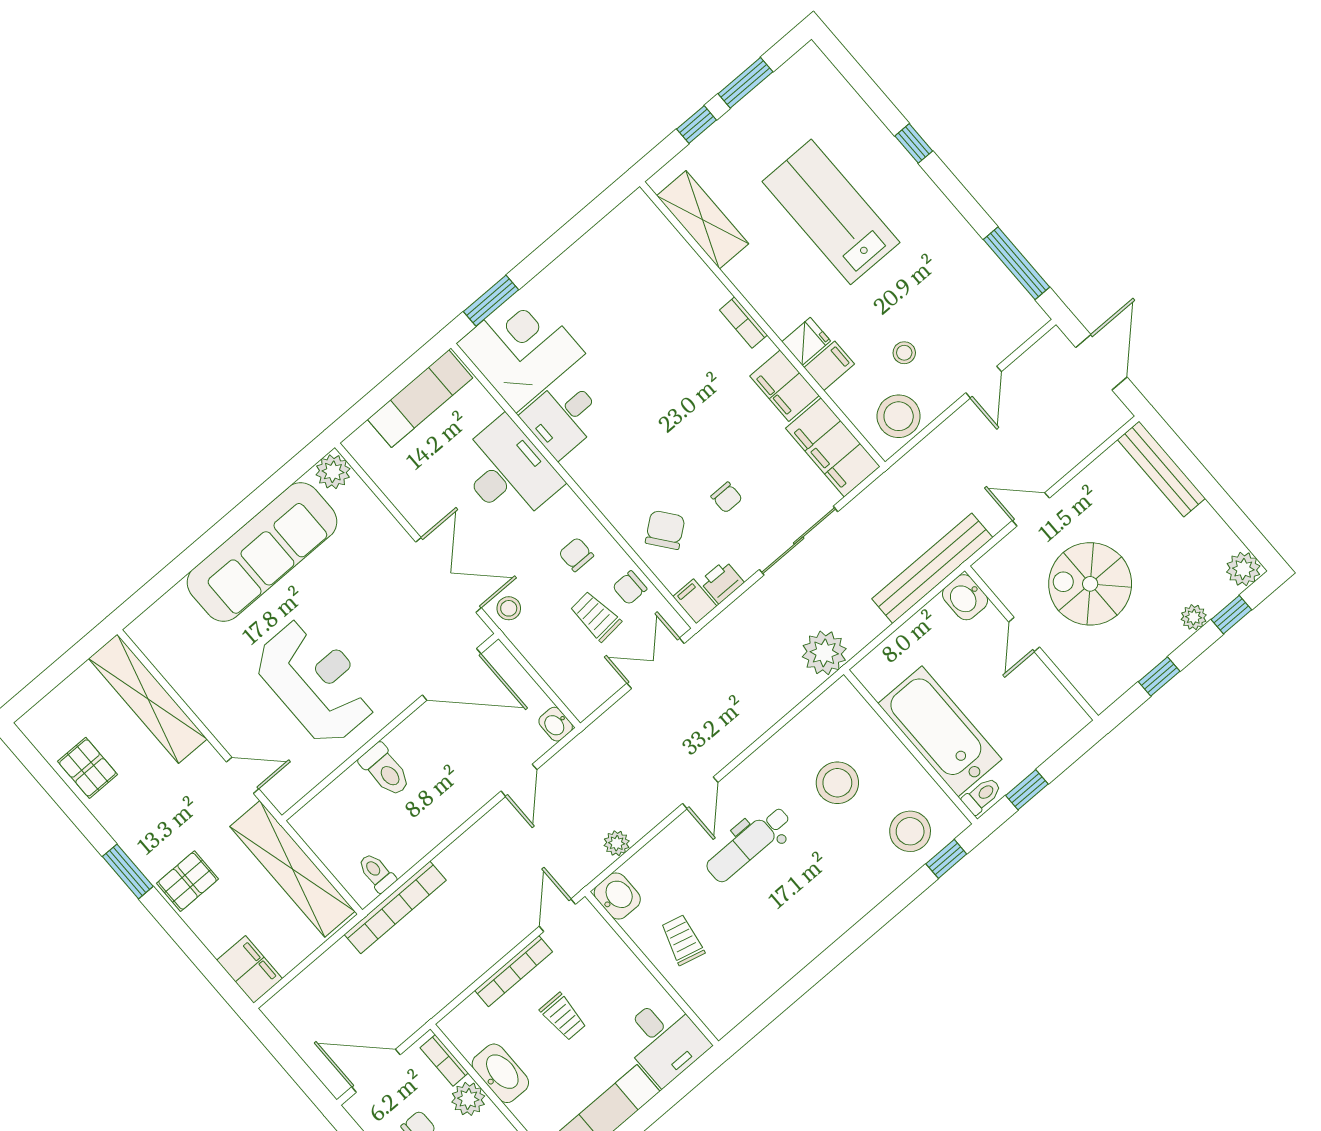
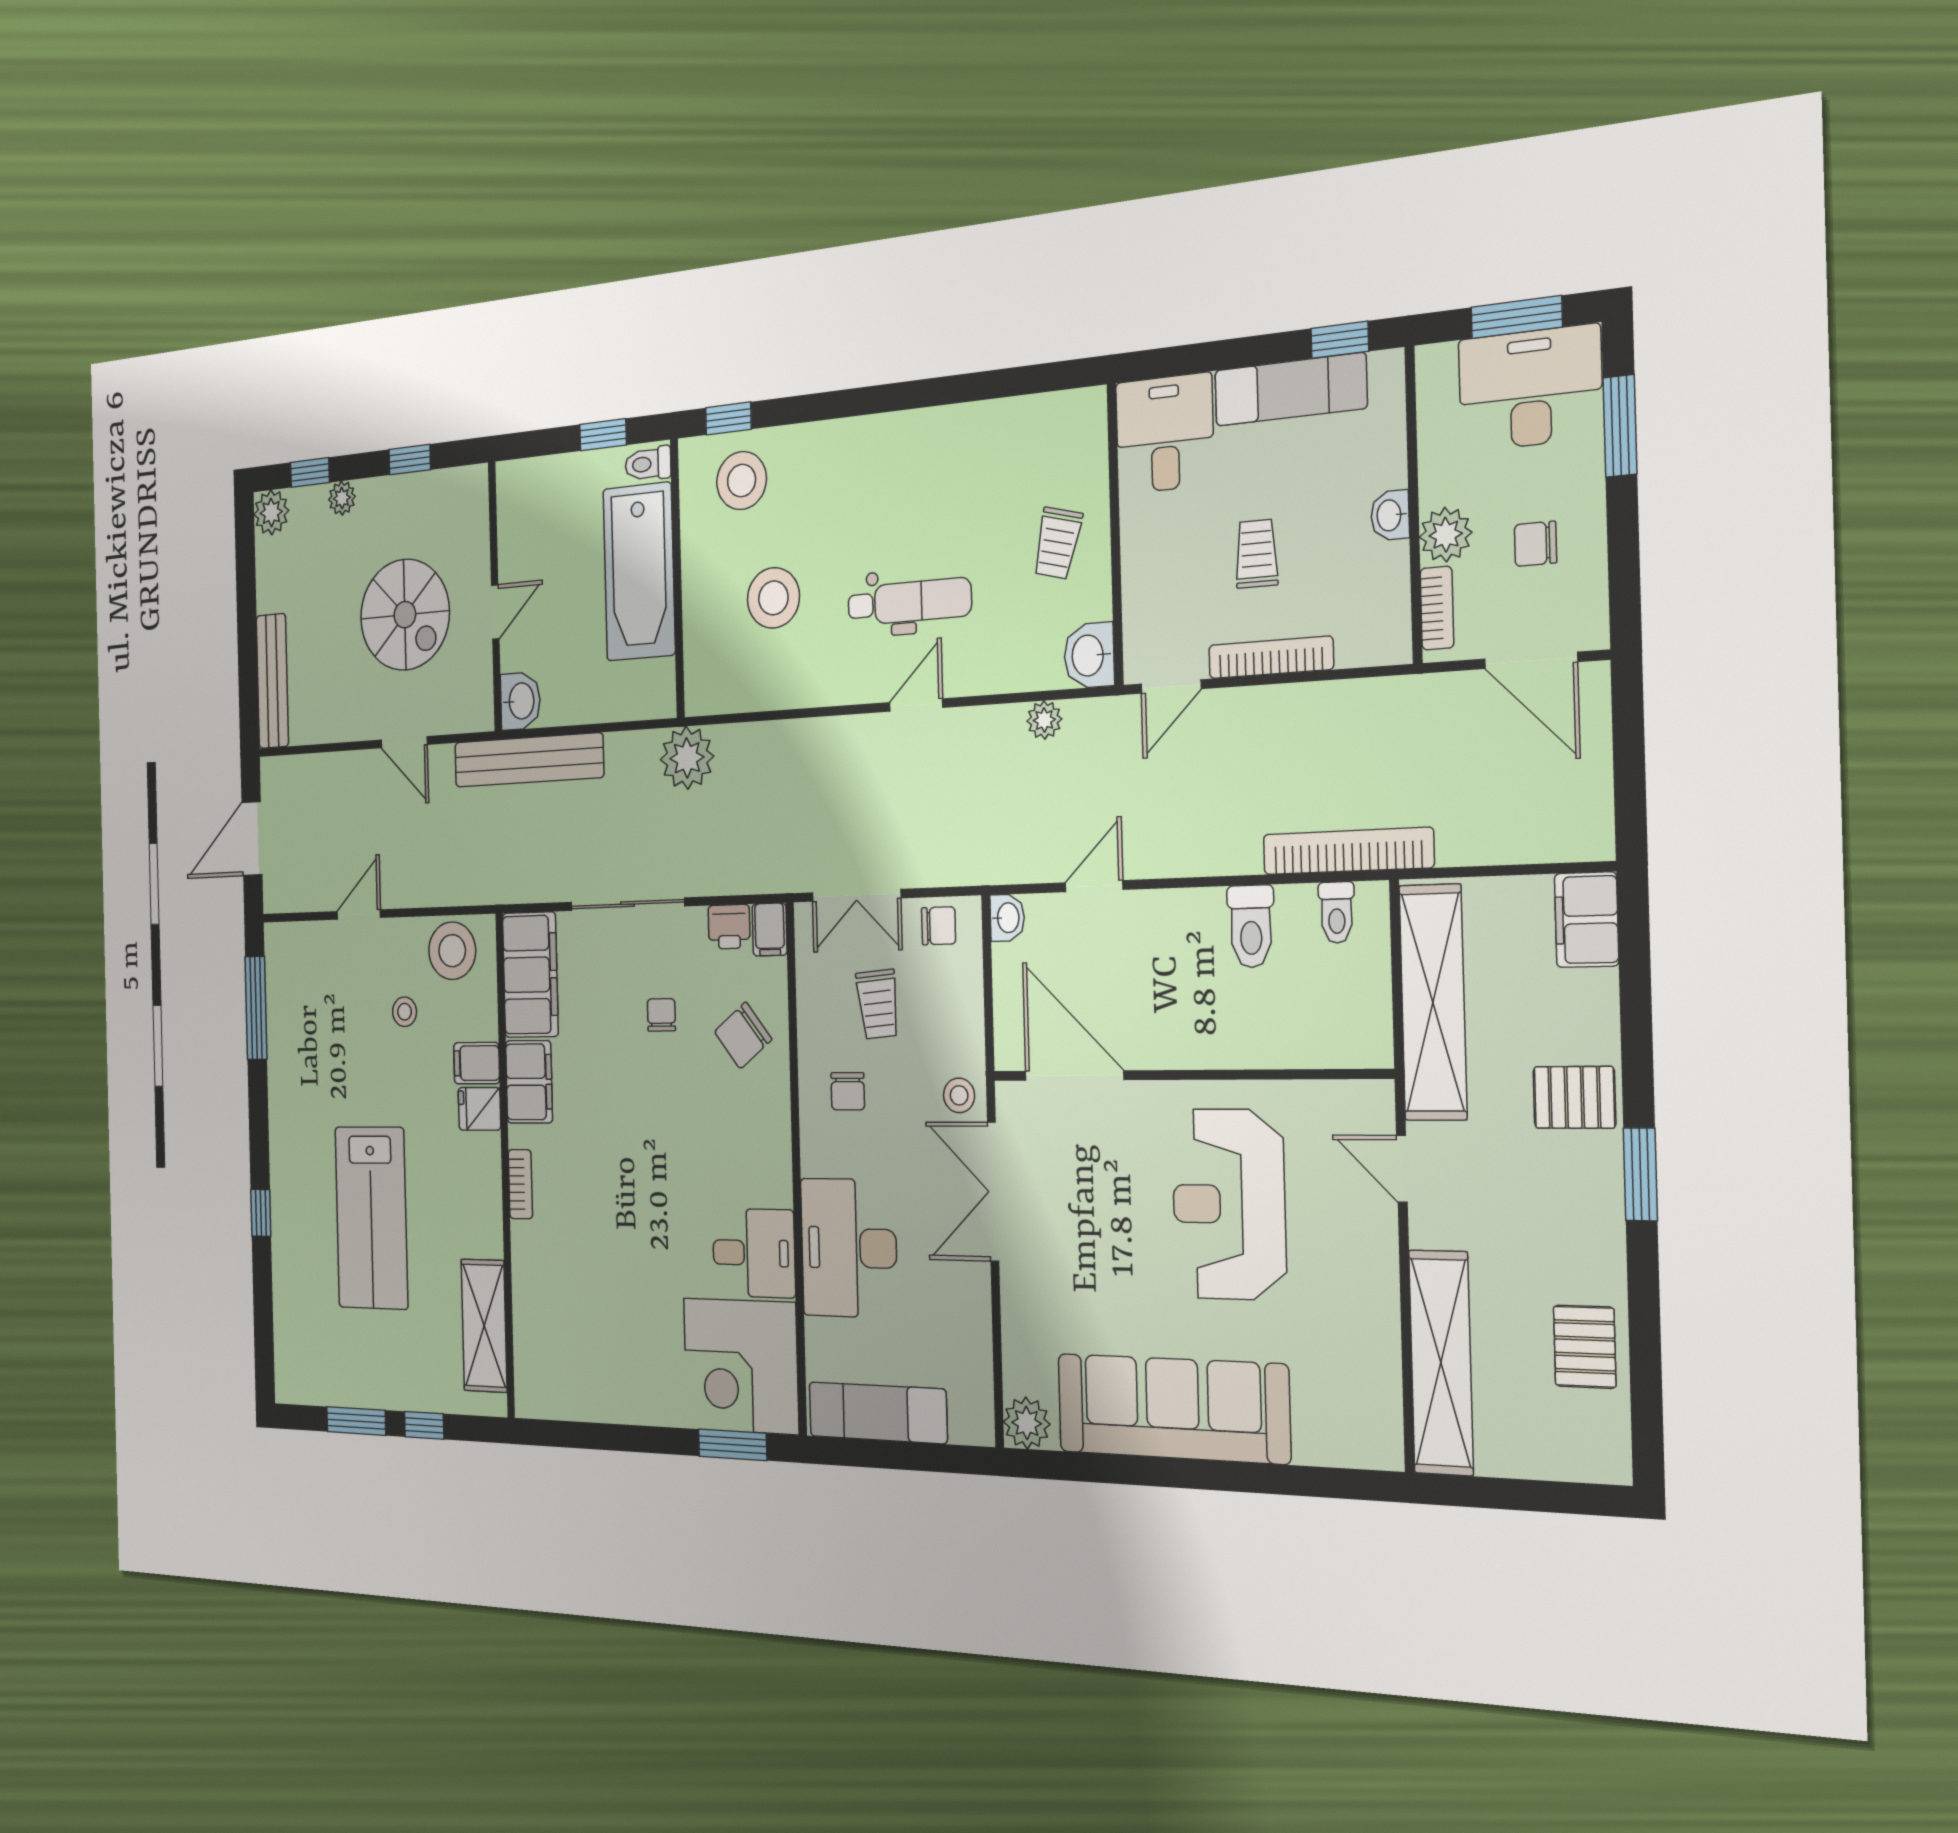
chair: (630, 588) -> (939, 926), moved
toilet: (385, 770) -> (1251, 926), moved, turned 180
washbasin: (500, 1073) -> (1390, 515), width x0.52, depth x0.69

